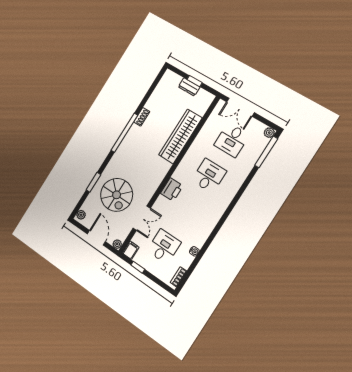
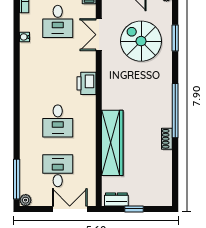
dresser: (189, 87) -> (116, 199), moved

